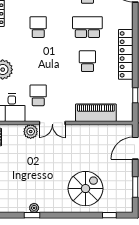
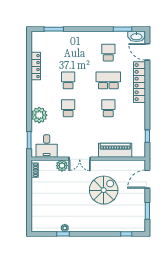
locker: (126, 54) -> (139, 82), moved
school desk: (38, 95) -> (68, 108), moved
spiral stairs: (85, 189) -> (104, 190), moved

